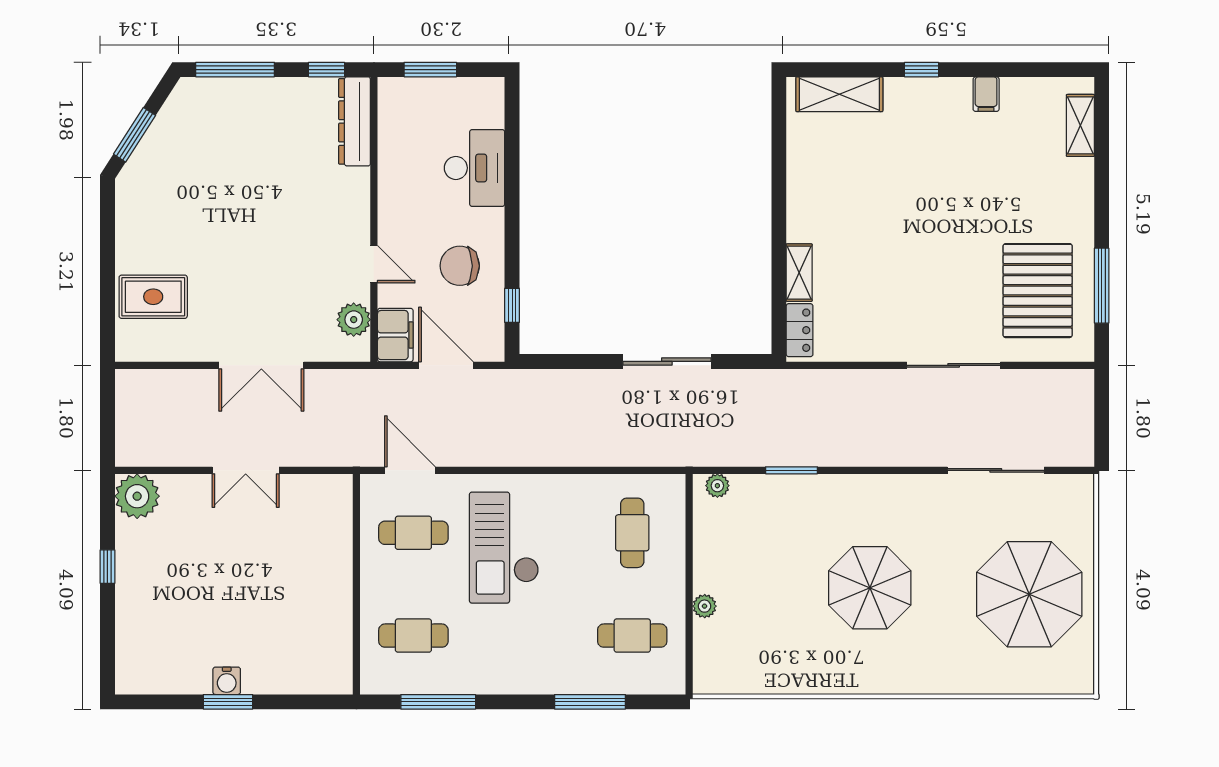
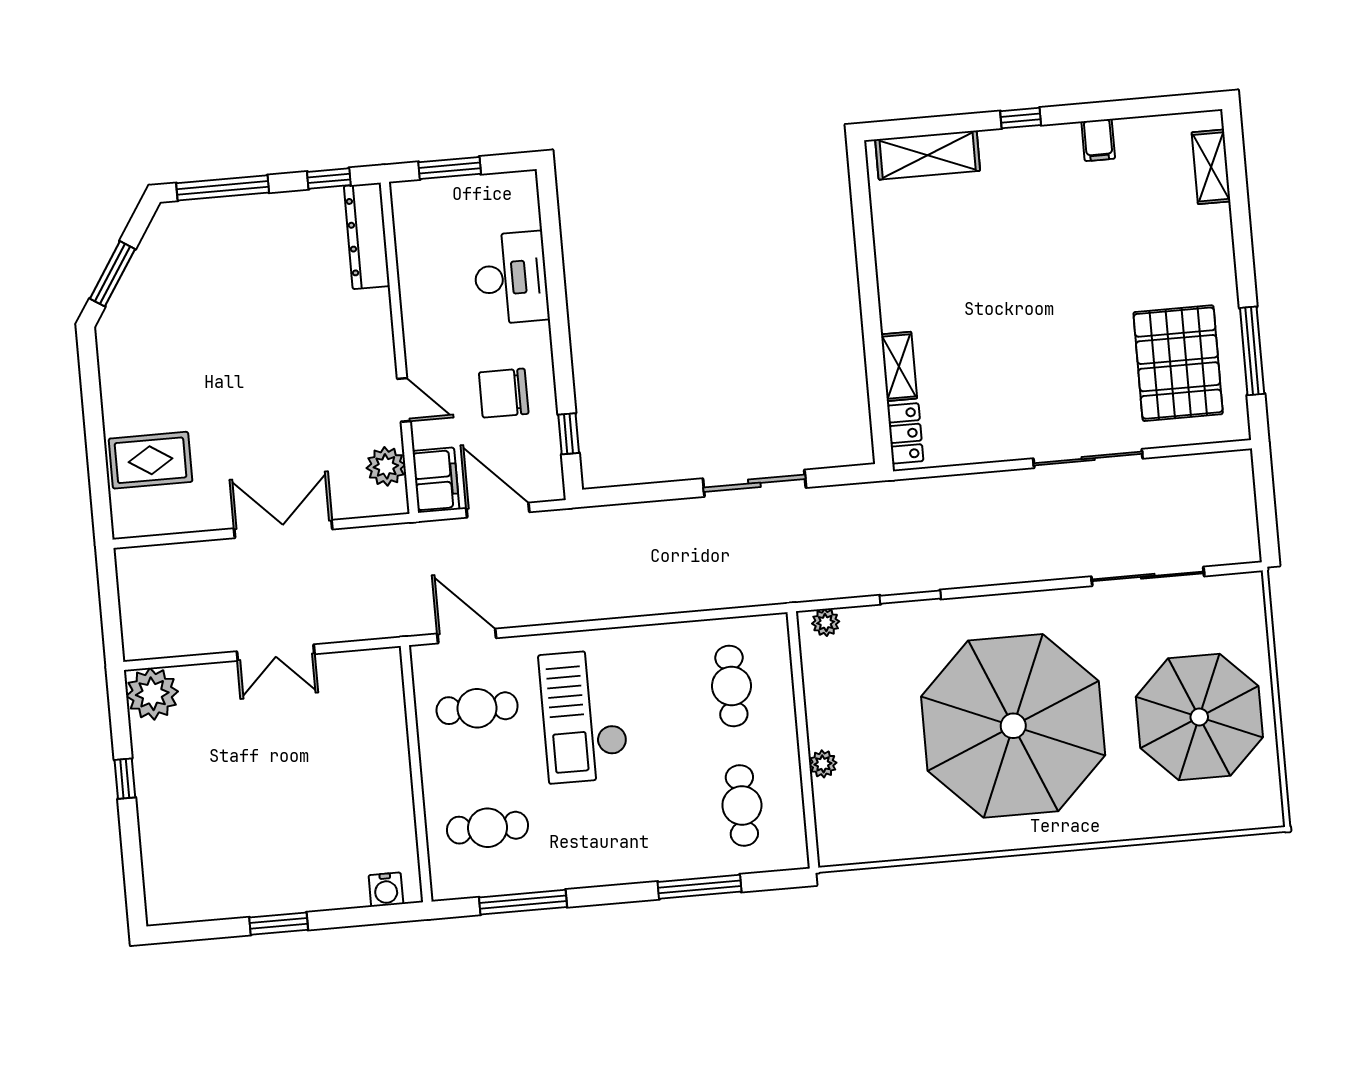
double door: (261, 365) -> (283, 529), swing flipped
parasol: (870, 588) -> (1013, 726), width x1.86, depth x1.86
cafe table: (632, 636) -> (742, 805), turned 90
water cooler: (227, 681) -> (386, 890), moved

